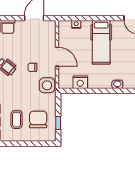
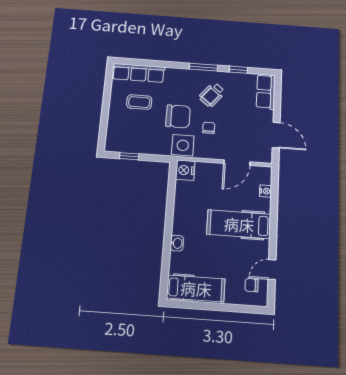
door: (57, 57) -> (237, 163), moved
nightstand: (80, 82) -> (185, 170), moved
chair: (38, 119) -> (178, 116), moved

